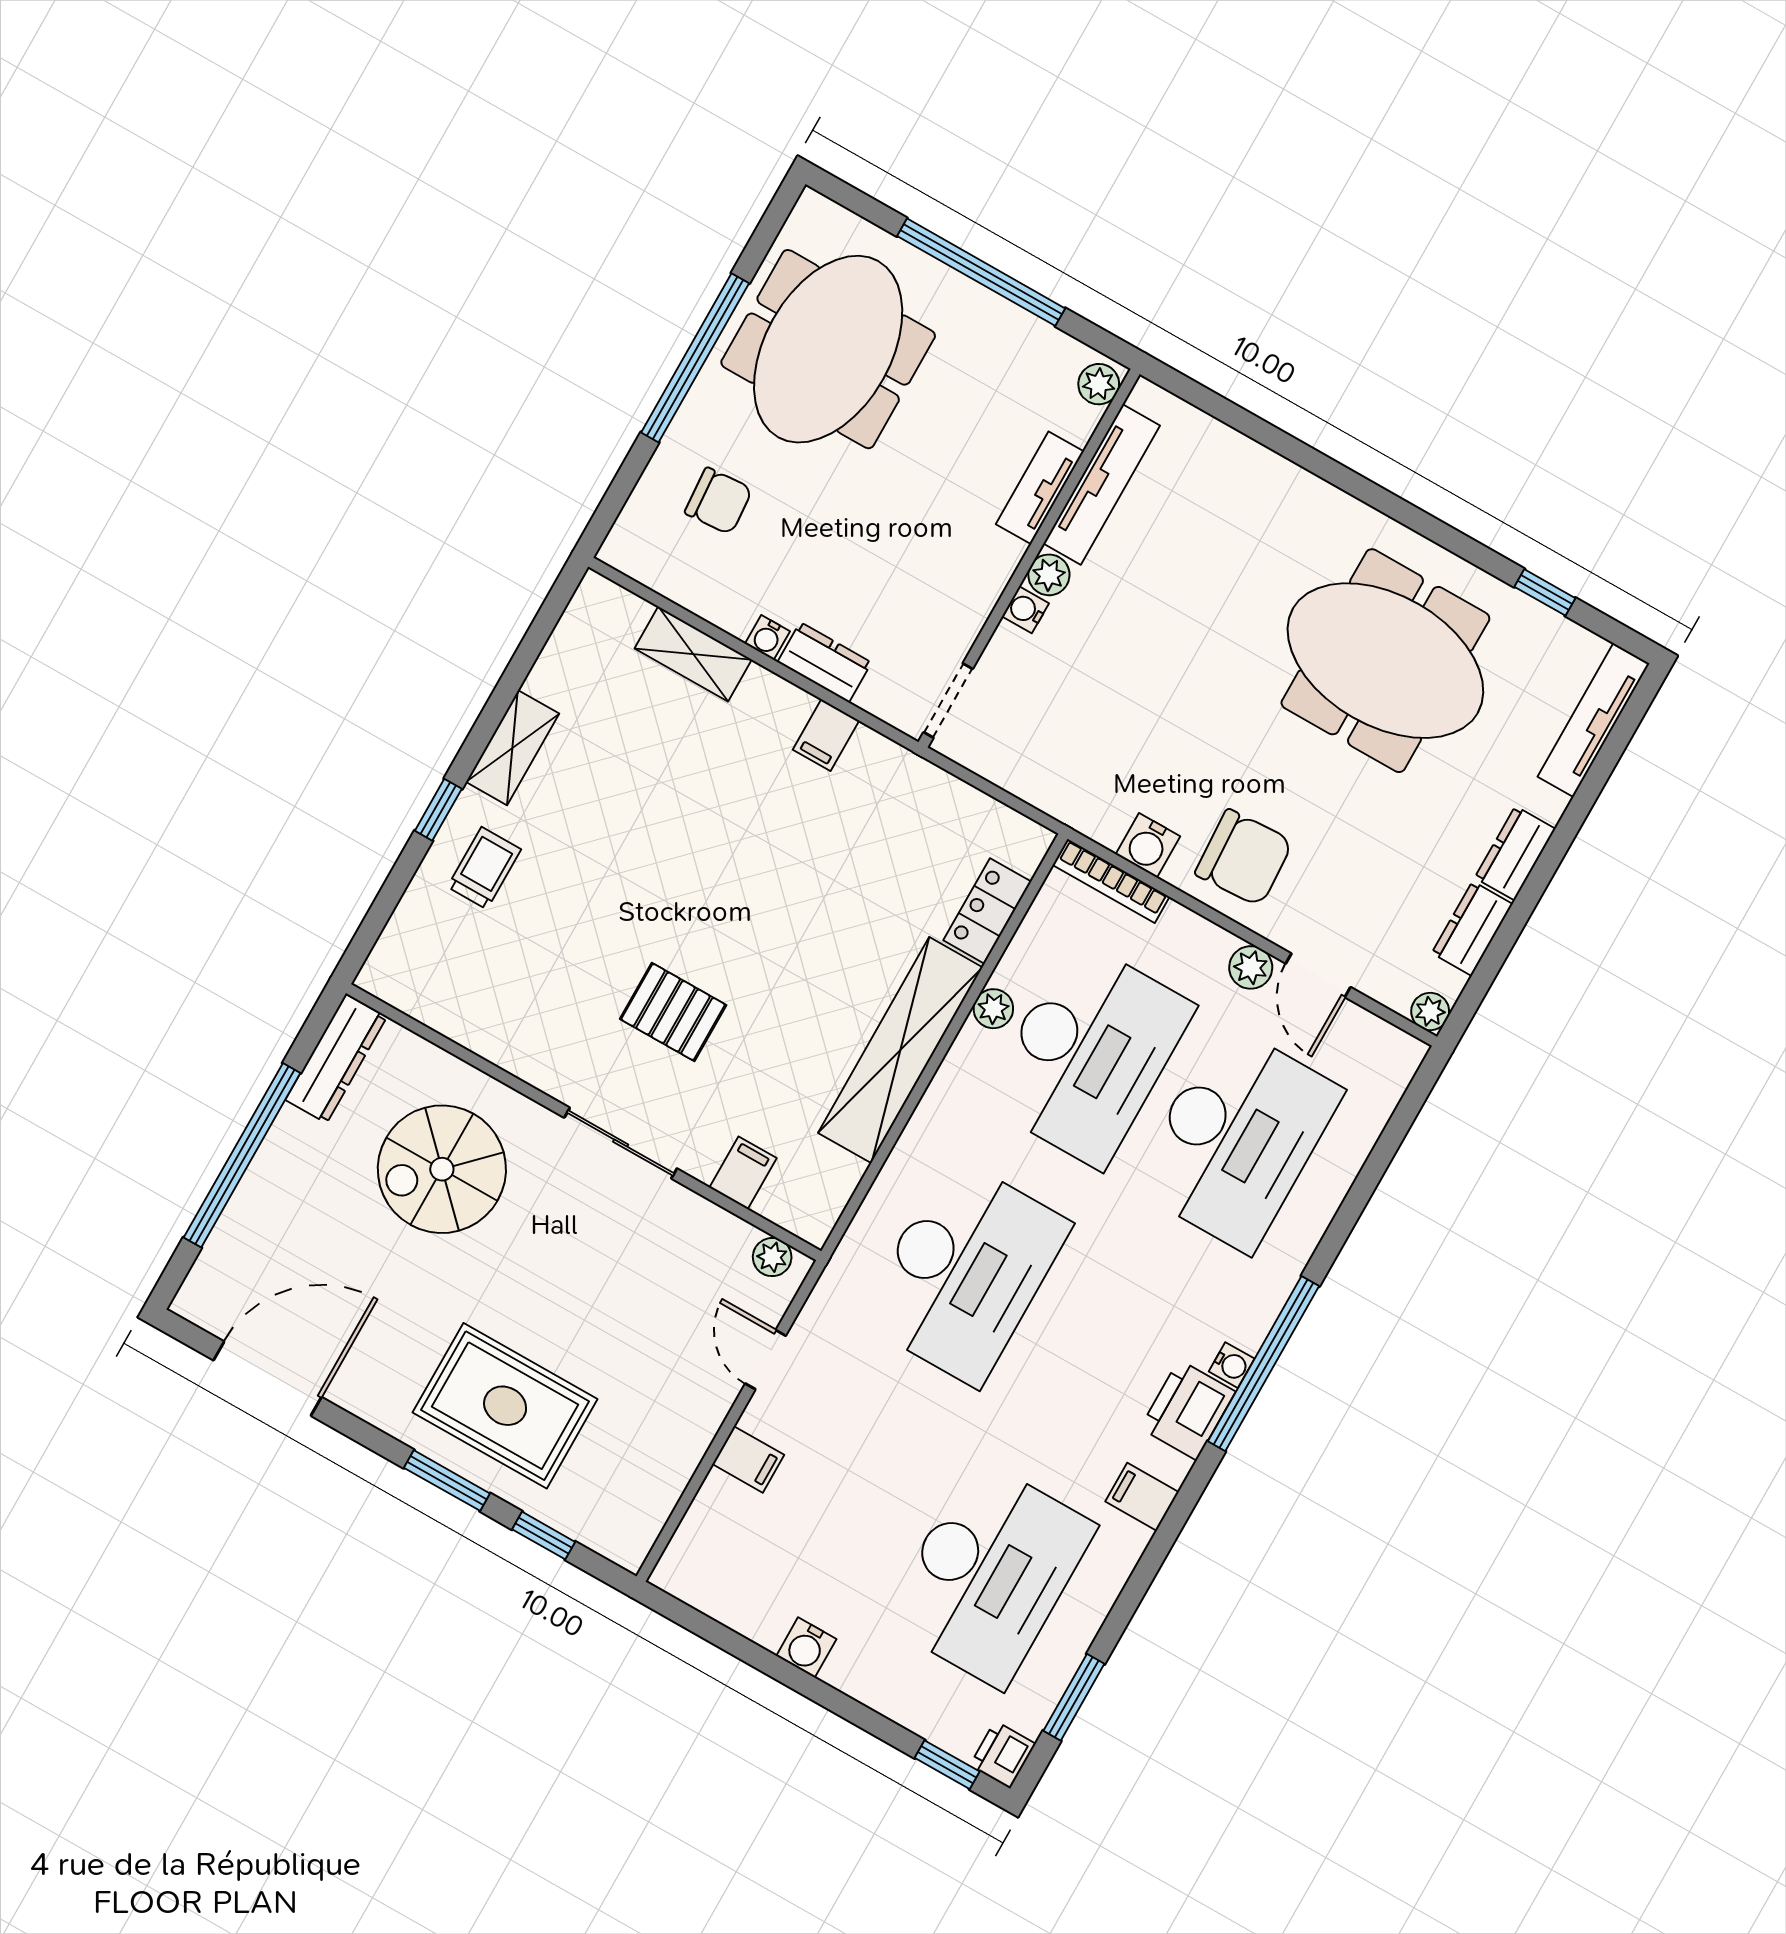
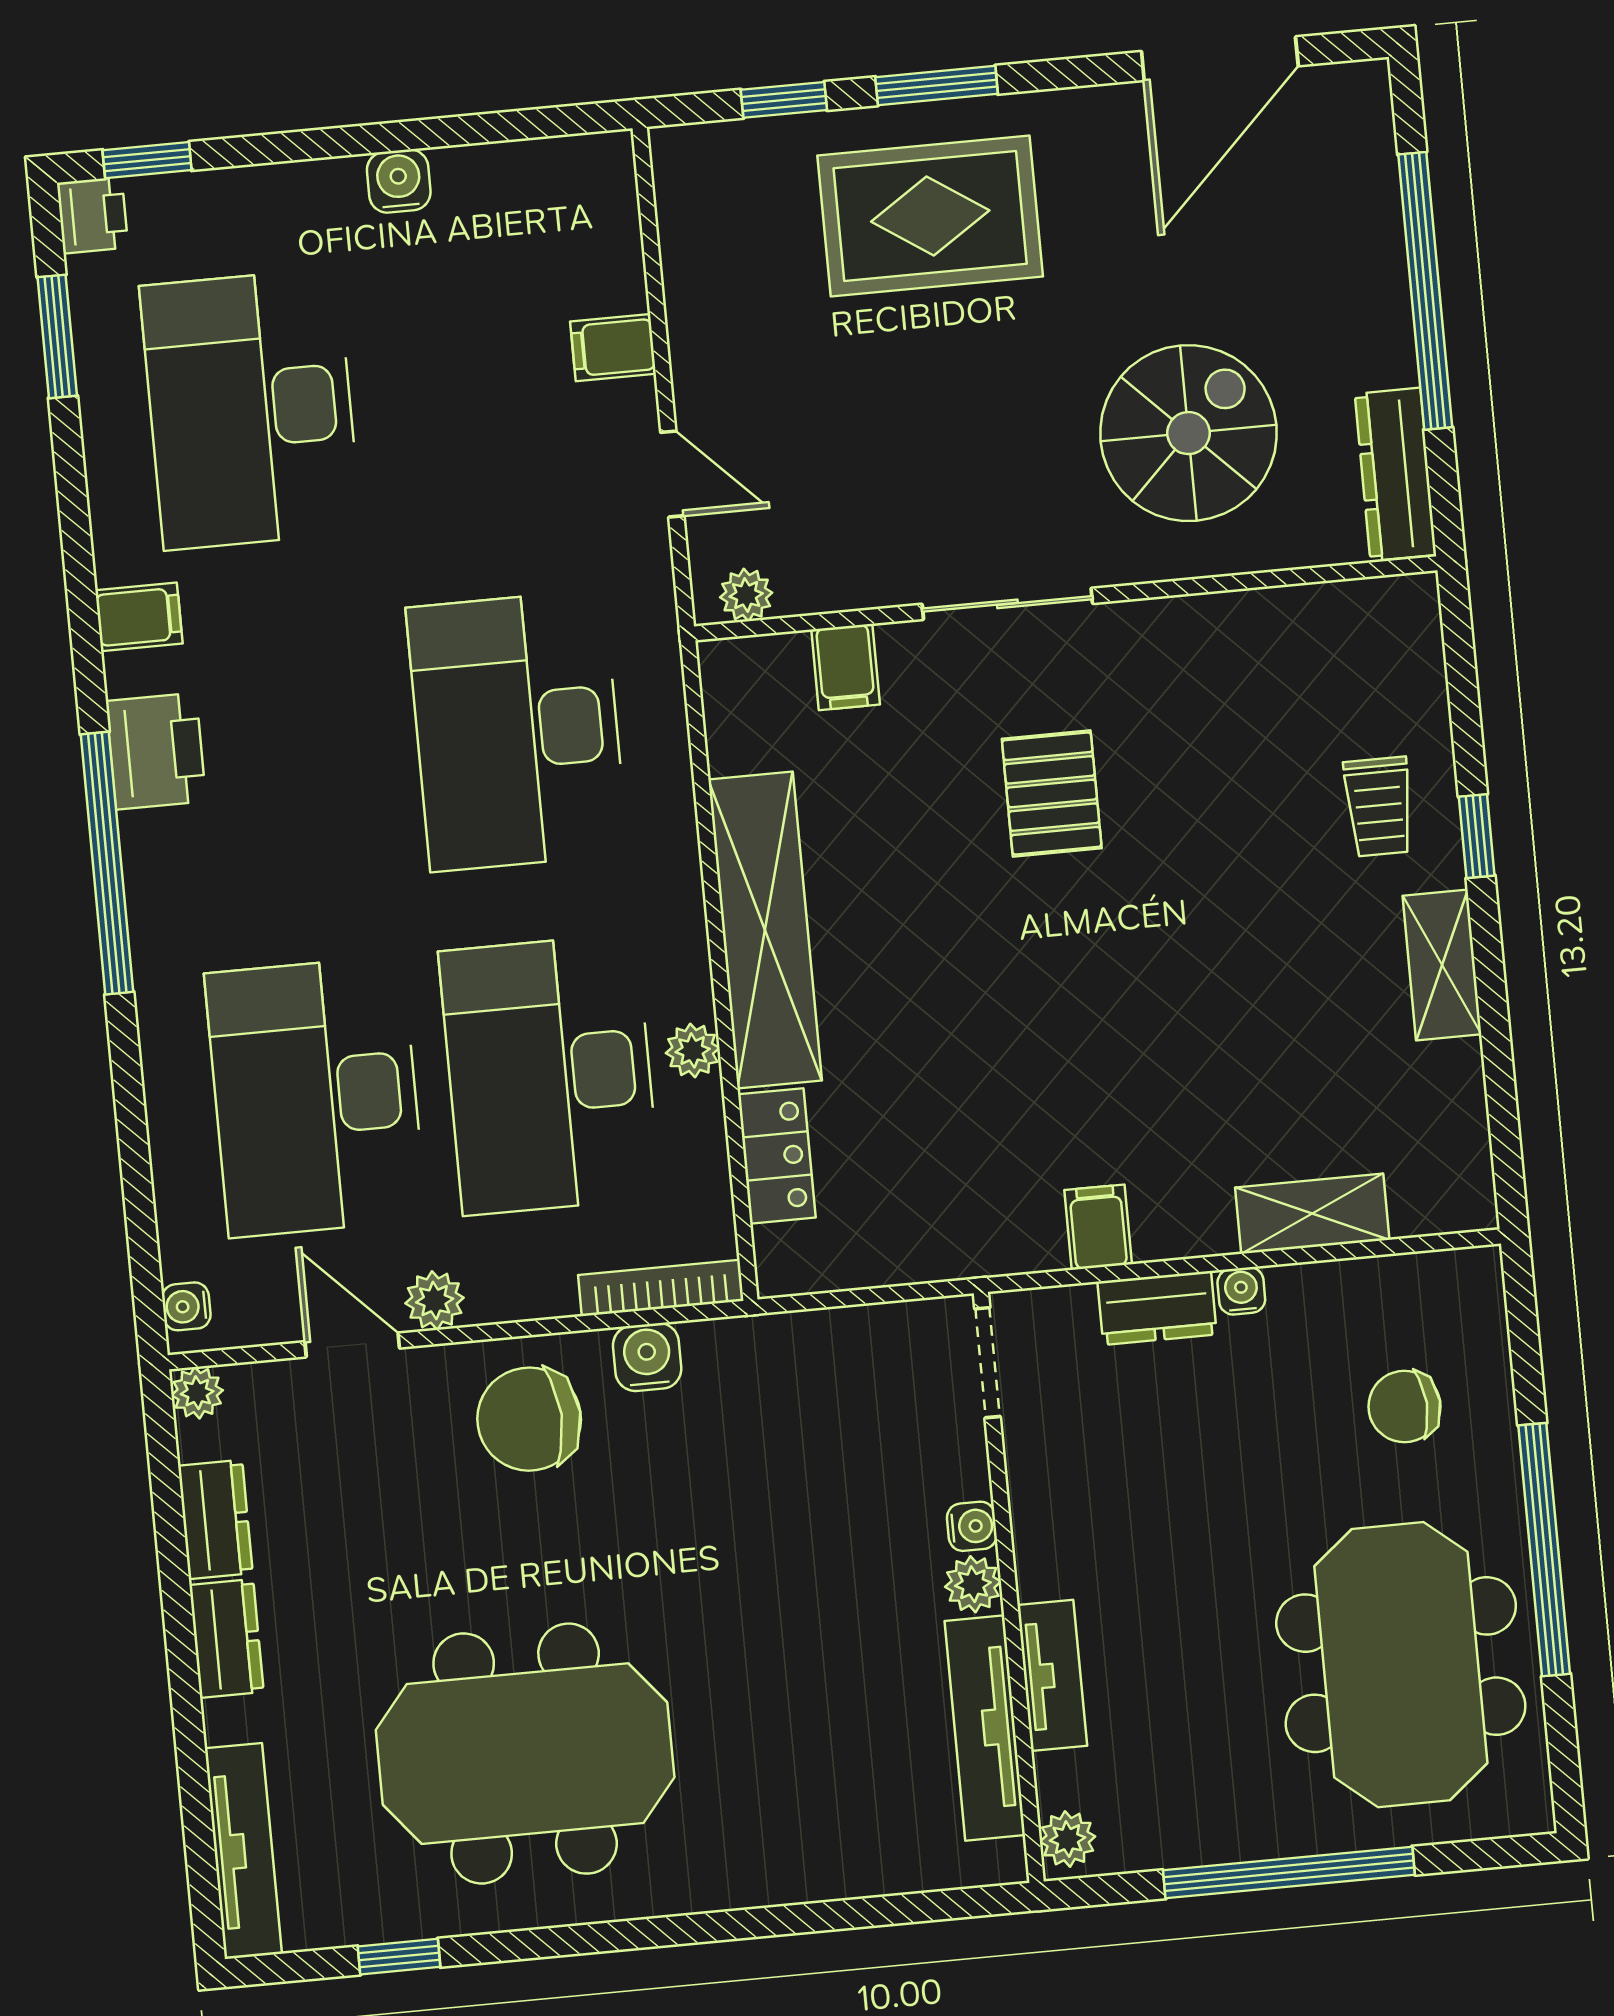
pallet: (673, 1012) -> (1052, 793), turned 90
water cooler: (1232, 1365) -> (186, 1306), moved

